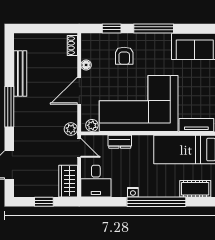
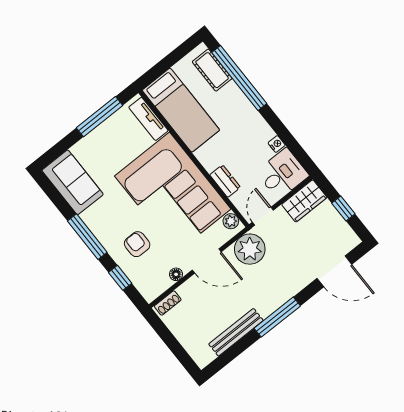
armchair: (124, 56) -> (137, 244), turned -90
plant: (71, 129) -> (250, 249), width x1.87, depth x1.87
nightstand: (133, 192) -> (277, 144), moved
window: (156, 202) -> (239, 78), moved

